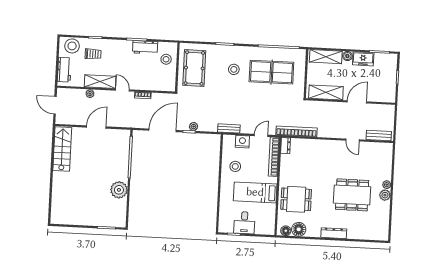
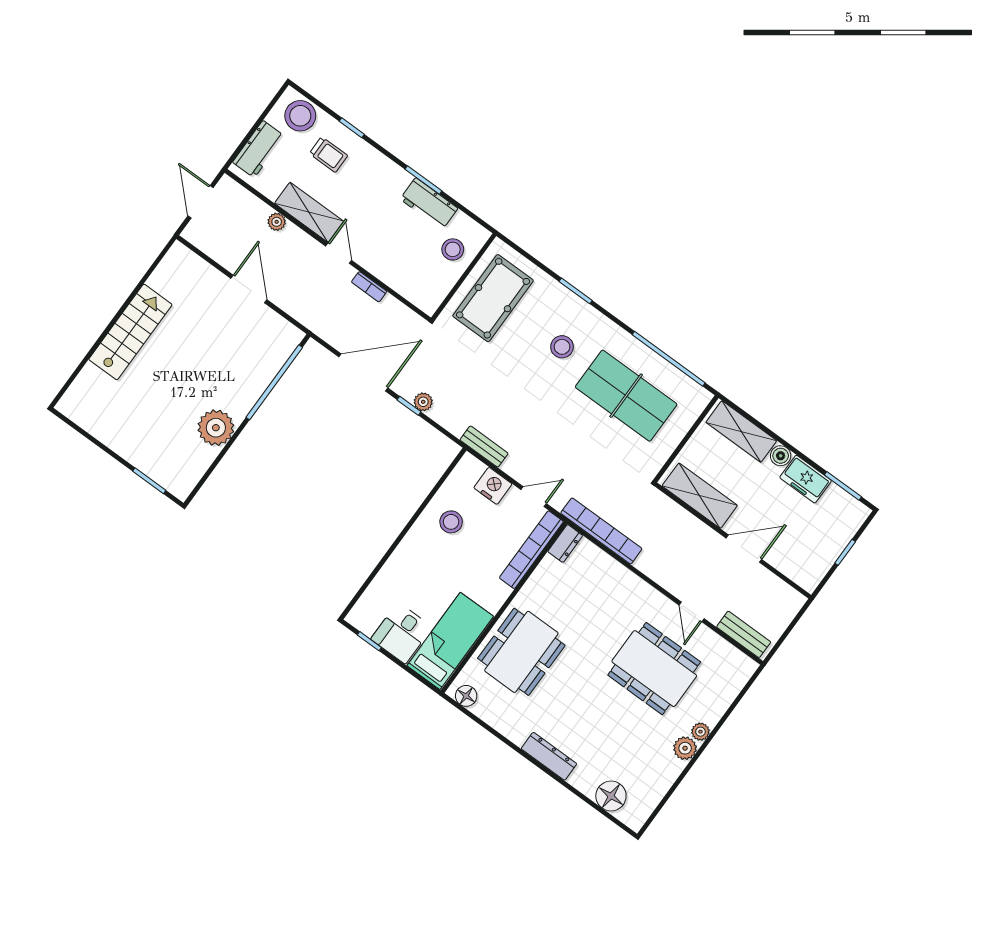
door: (96, 127) -> (249, 289), hinge flipped
stairs: (62, 149) -> (130, 332), moved
bed: (255, 192) -> (450, 641), moved, turned 90
dining table: (352, 195) -> (654, 669), moved
dining table: (296, 199) -> (521, 652), width x1.37
floor lamp: (299, 229) -> (611, 796), moved

